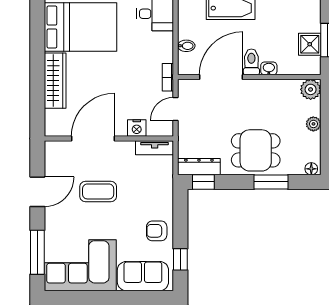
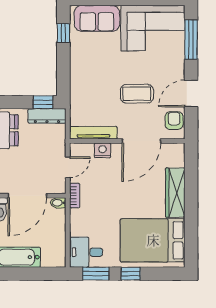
bidet: (186, 46) -> (58, 203), moved
tv unit: (155, 148) -> (93, 133), width x1.41
armchair: (157, 231) -> (174, 121), moved, turned -90

